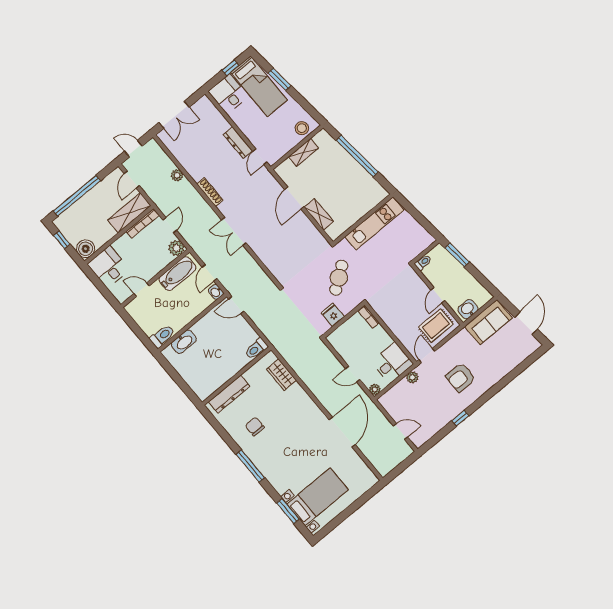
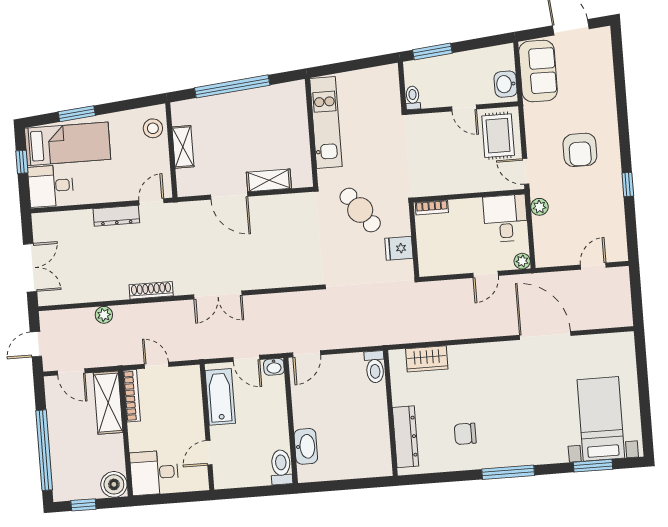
door: (260, 157) -> (151, 202), swing flipped
plant: (176, 248) -> (189, 377), removed

